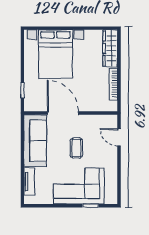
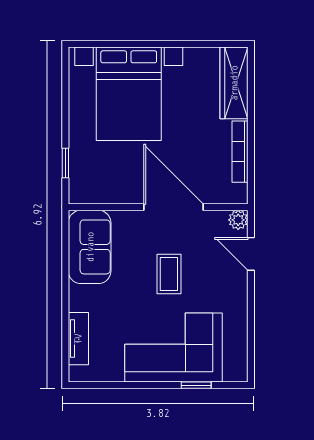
door: (63, 113) -> (174, 207), moved
plant: (112, 120) -> (238, 220), added
sofa: (35, 141) -> (90, 247), width x0.73

